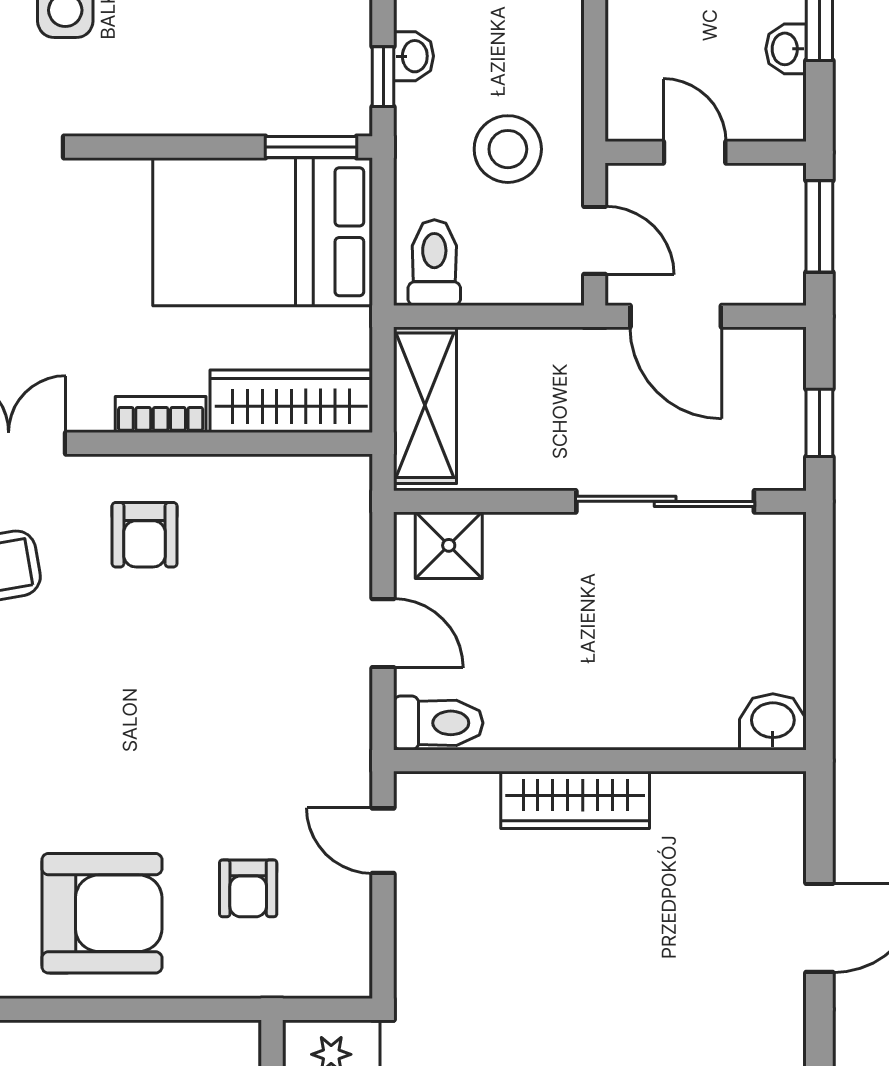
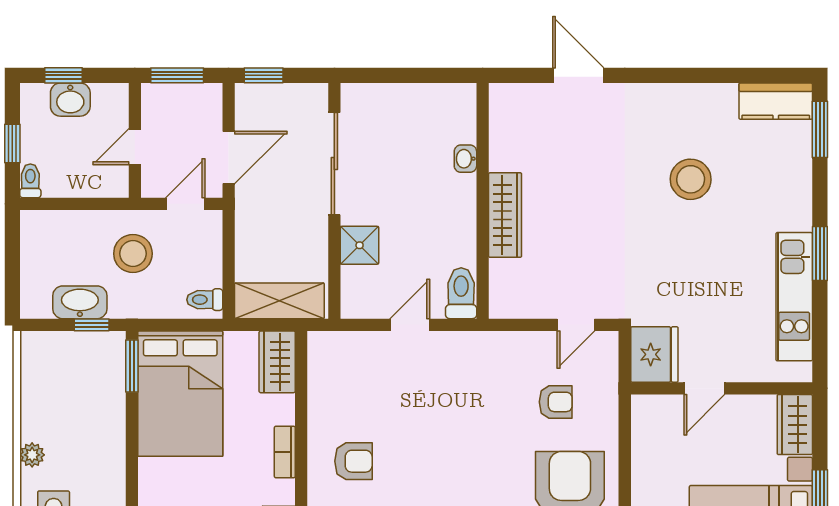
washbasin: (786, 49) -> (70, 100), width x1.38, depth x1.45
washbasin: (414, 56) -> (80, 302), width x1.91, depth x1.45
toilet: (434, 263) -> (205, 300), width x0.73, depth x0.72
wardrobe: (291, 401) -> (277, 362), width x0.67
window: (819, 423) -> (264, 75), moved
shower: (449, 545) -> (360, 245), moved
washbasin: (773, 722) -> (465, 159), moved, width x0.72, depth x0.69
door: (383, 841) -> (576, 325), moved

